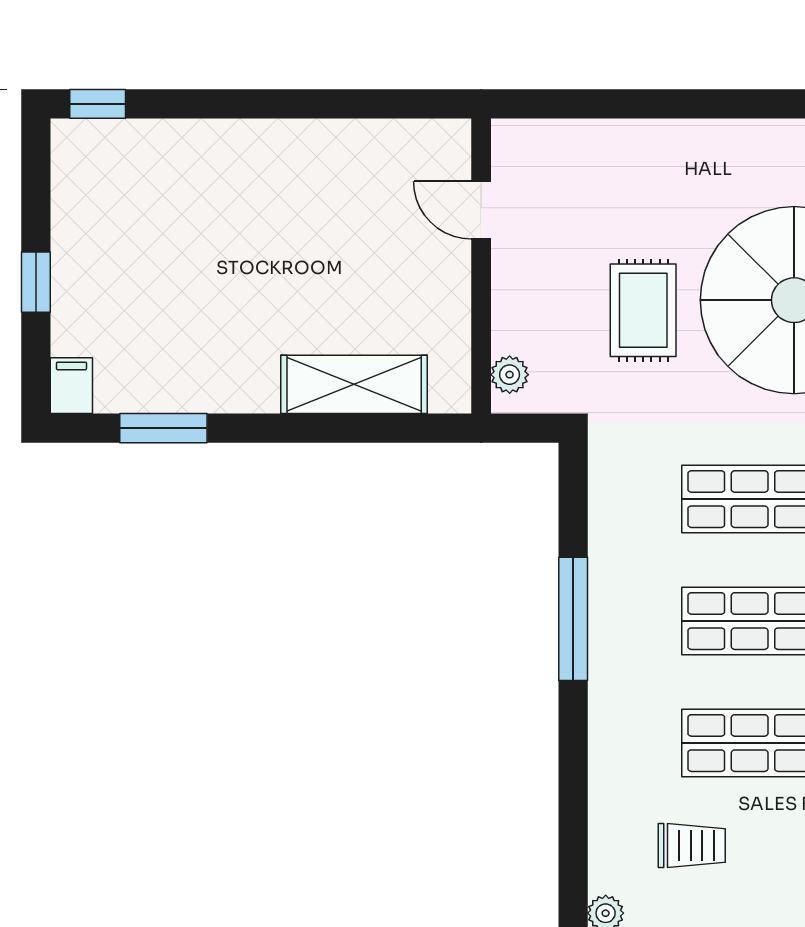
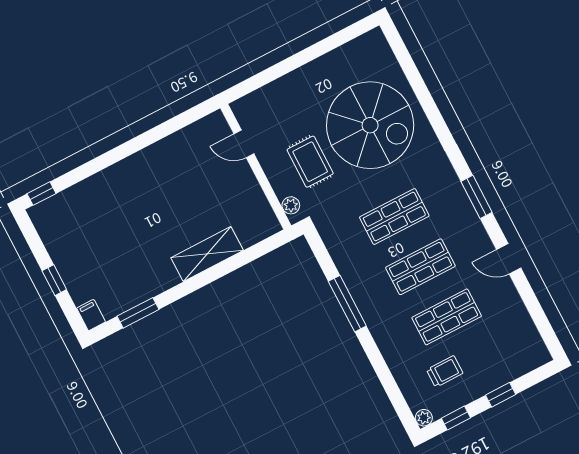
door: (481, 210) -> (244, 144), moved
wall: (481, 266) -> (256, 167), moved
plant: (510, 375) -> (291, 205), moved

